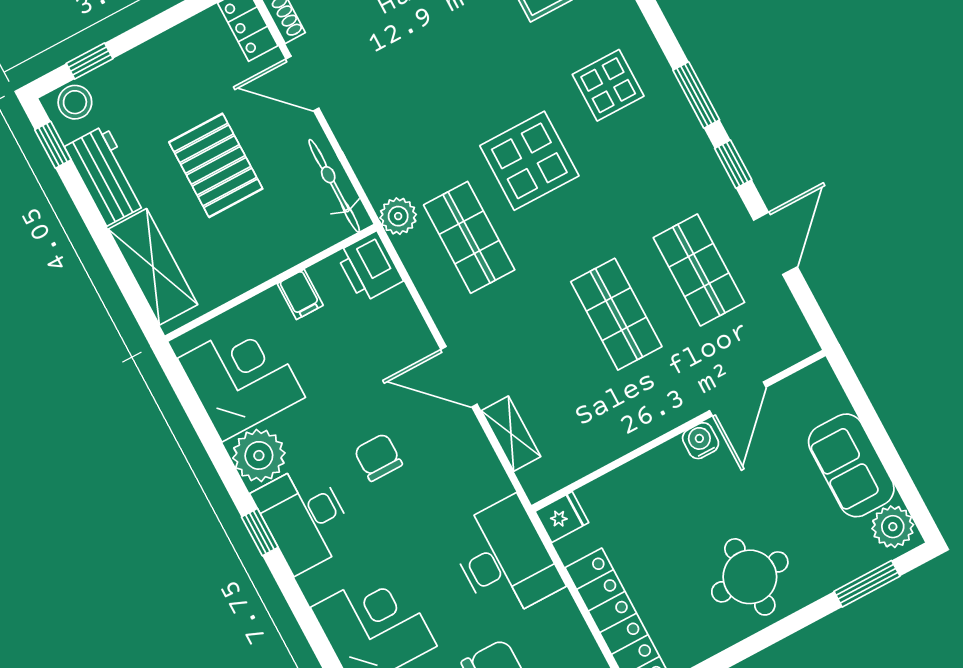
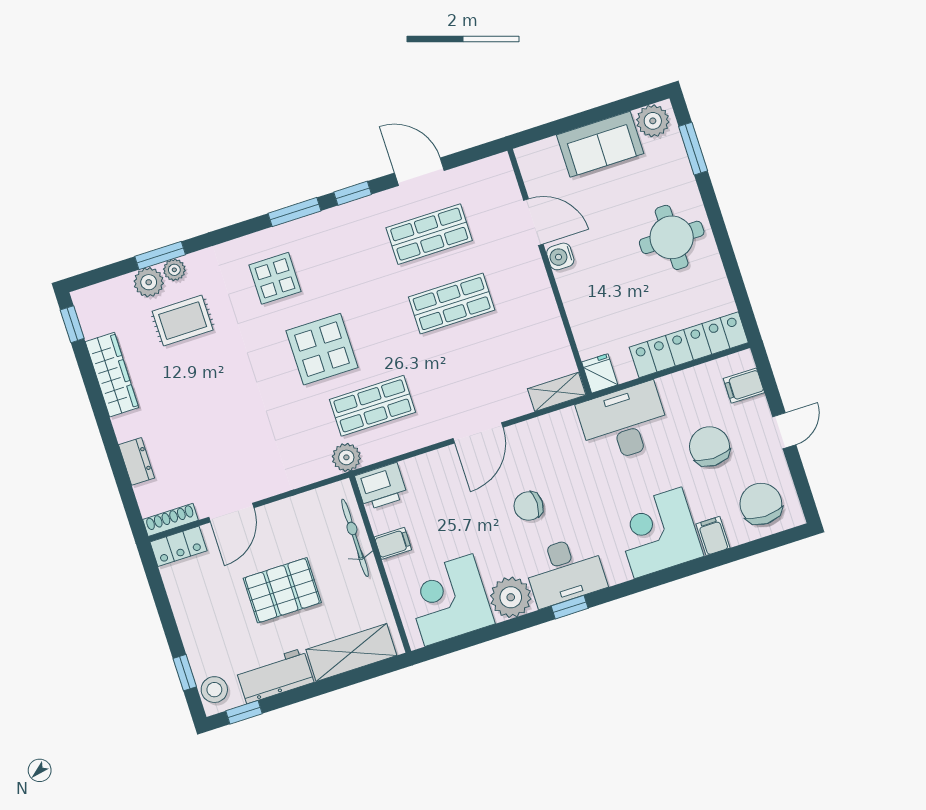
bicycle: (334, 186) -> (355, 538), moved, turned 90
shelving: (511, 434) -> (557, 392), moved

